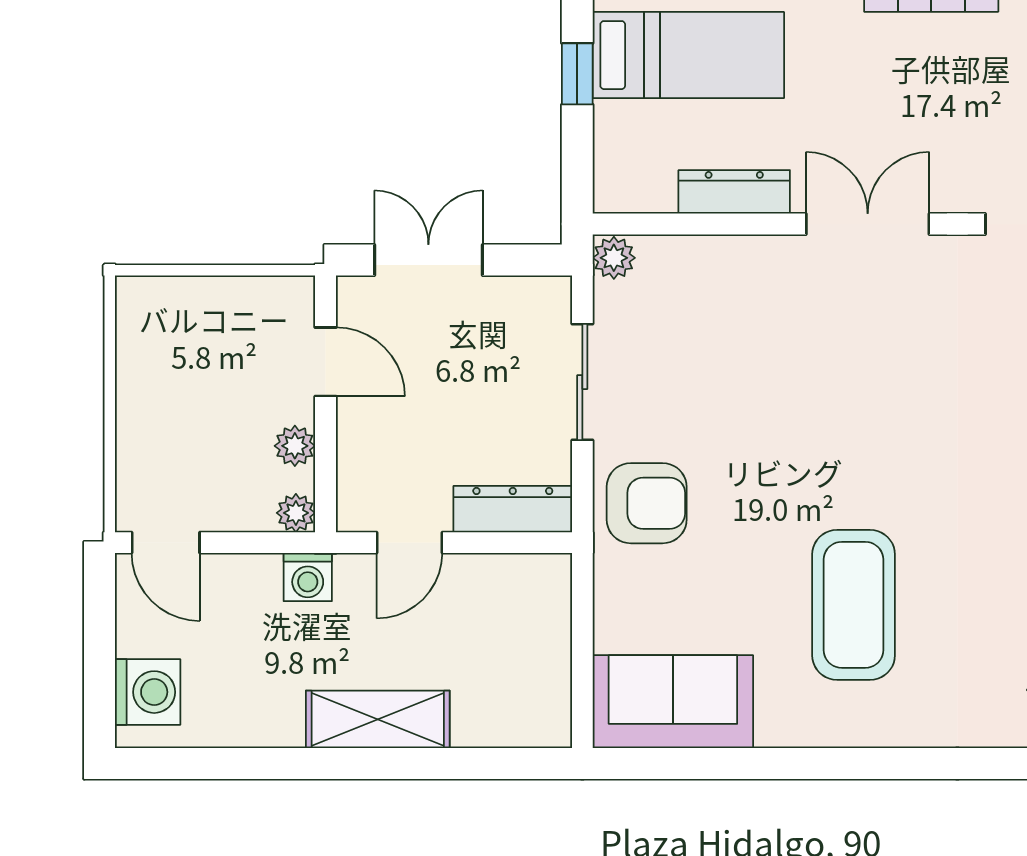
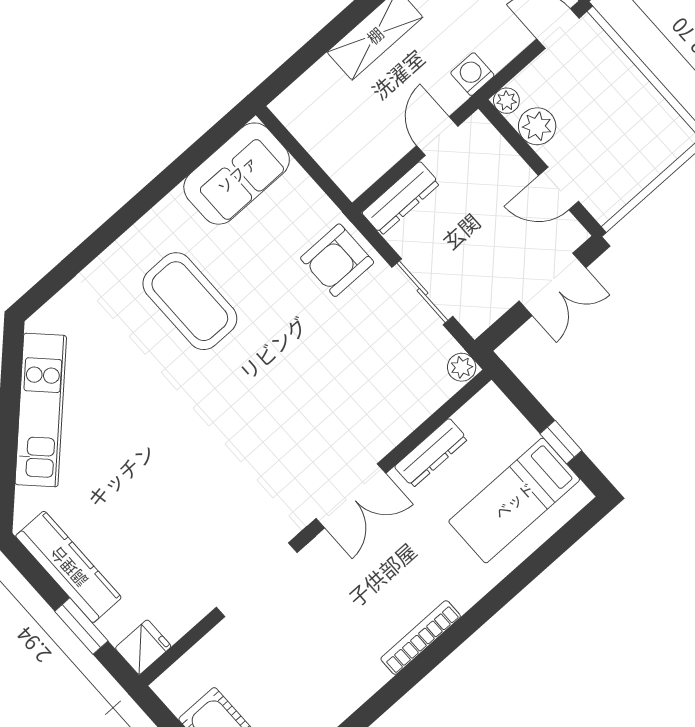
plant: (295, 446) -> (537, 126), width x1.38, depth x1.38

